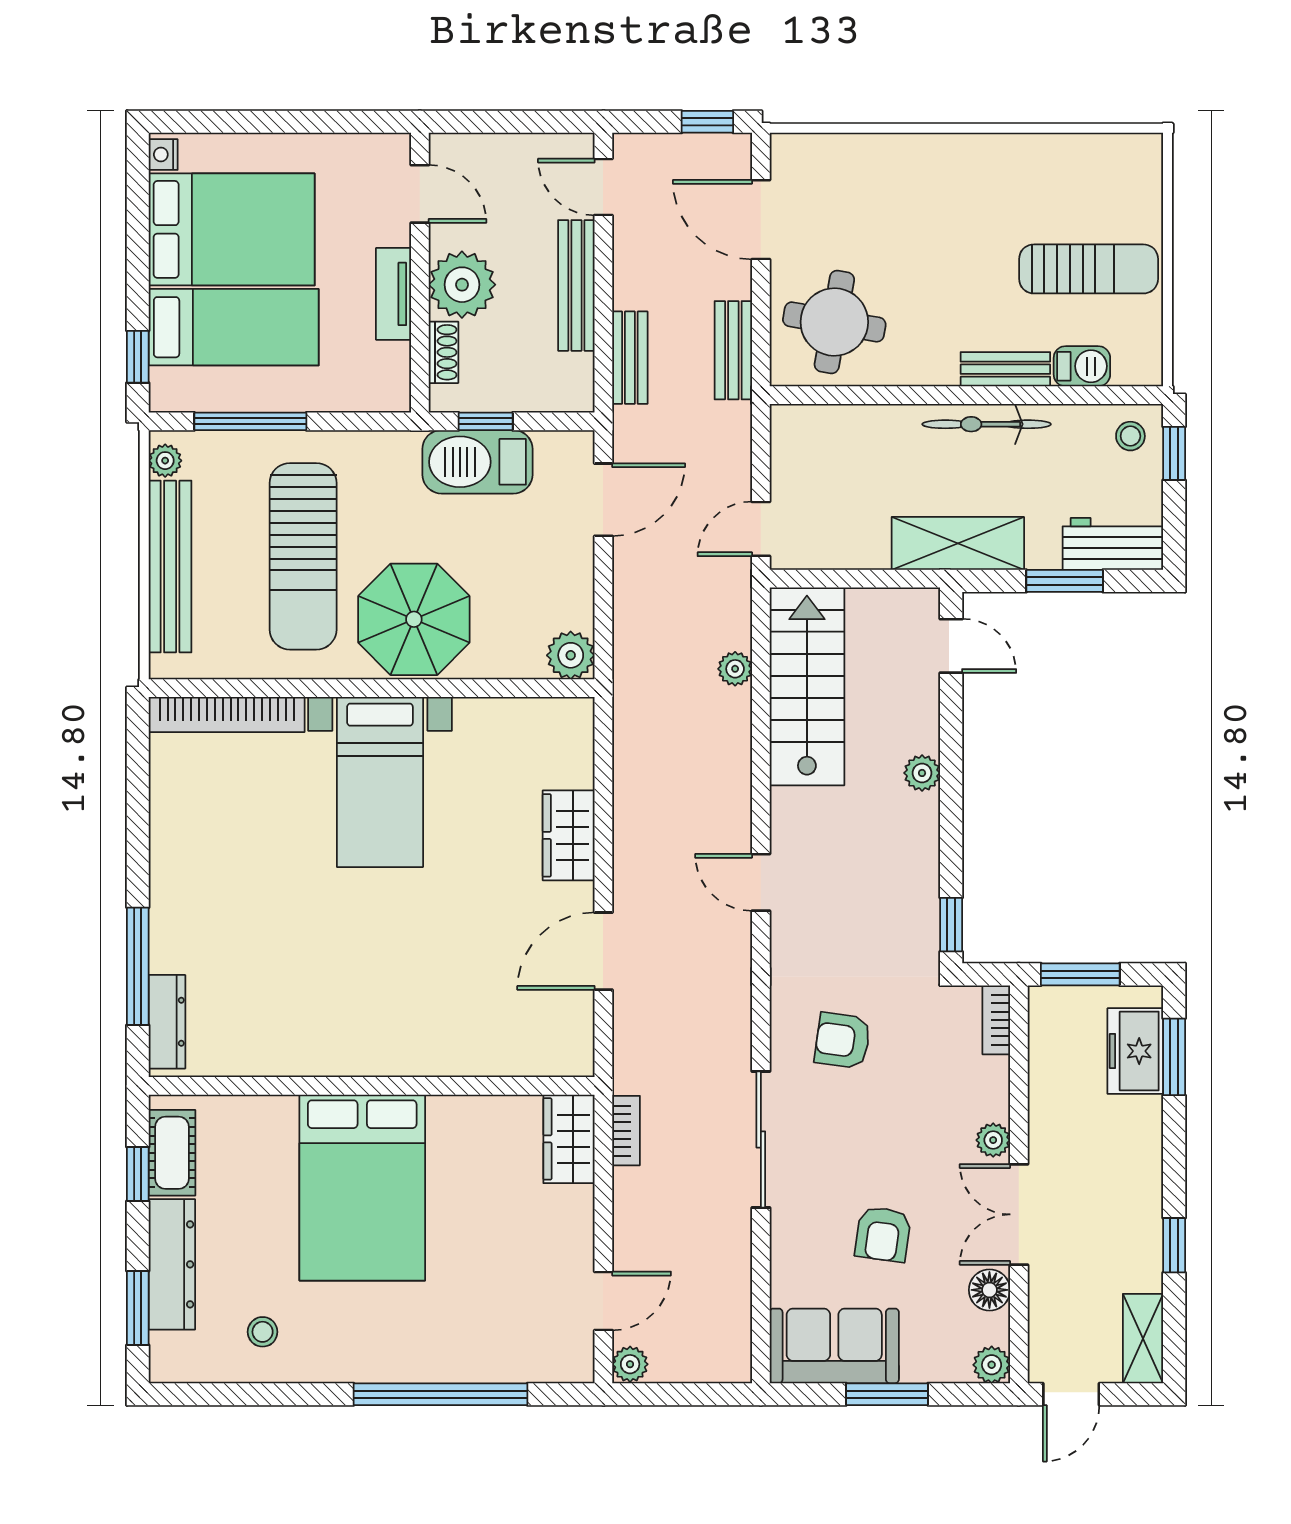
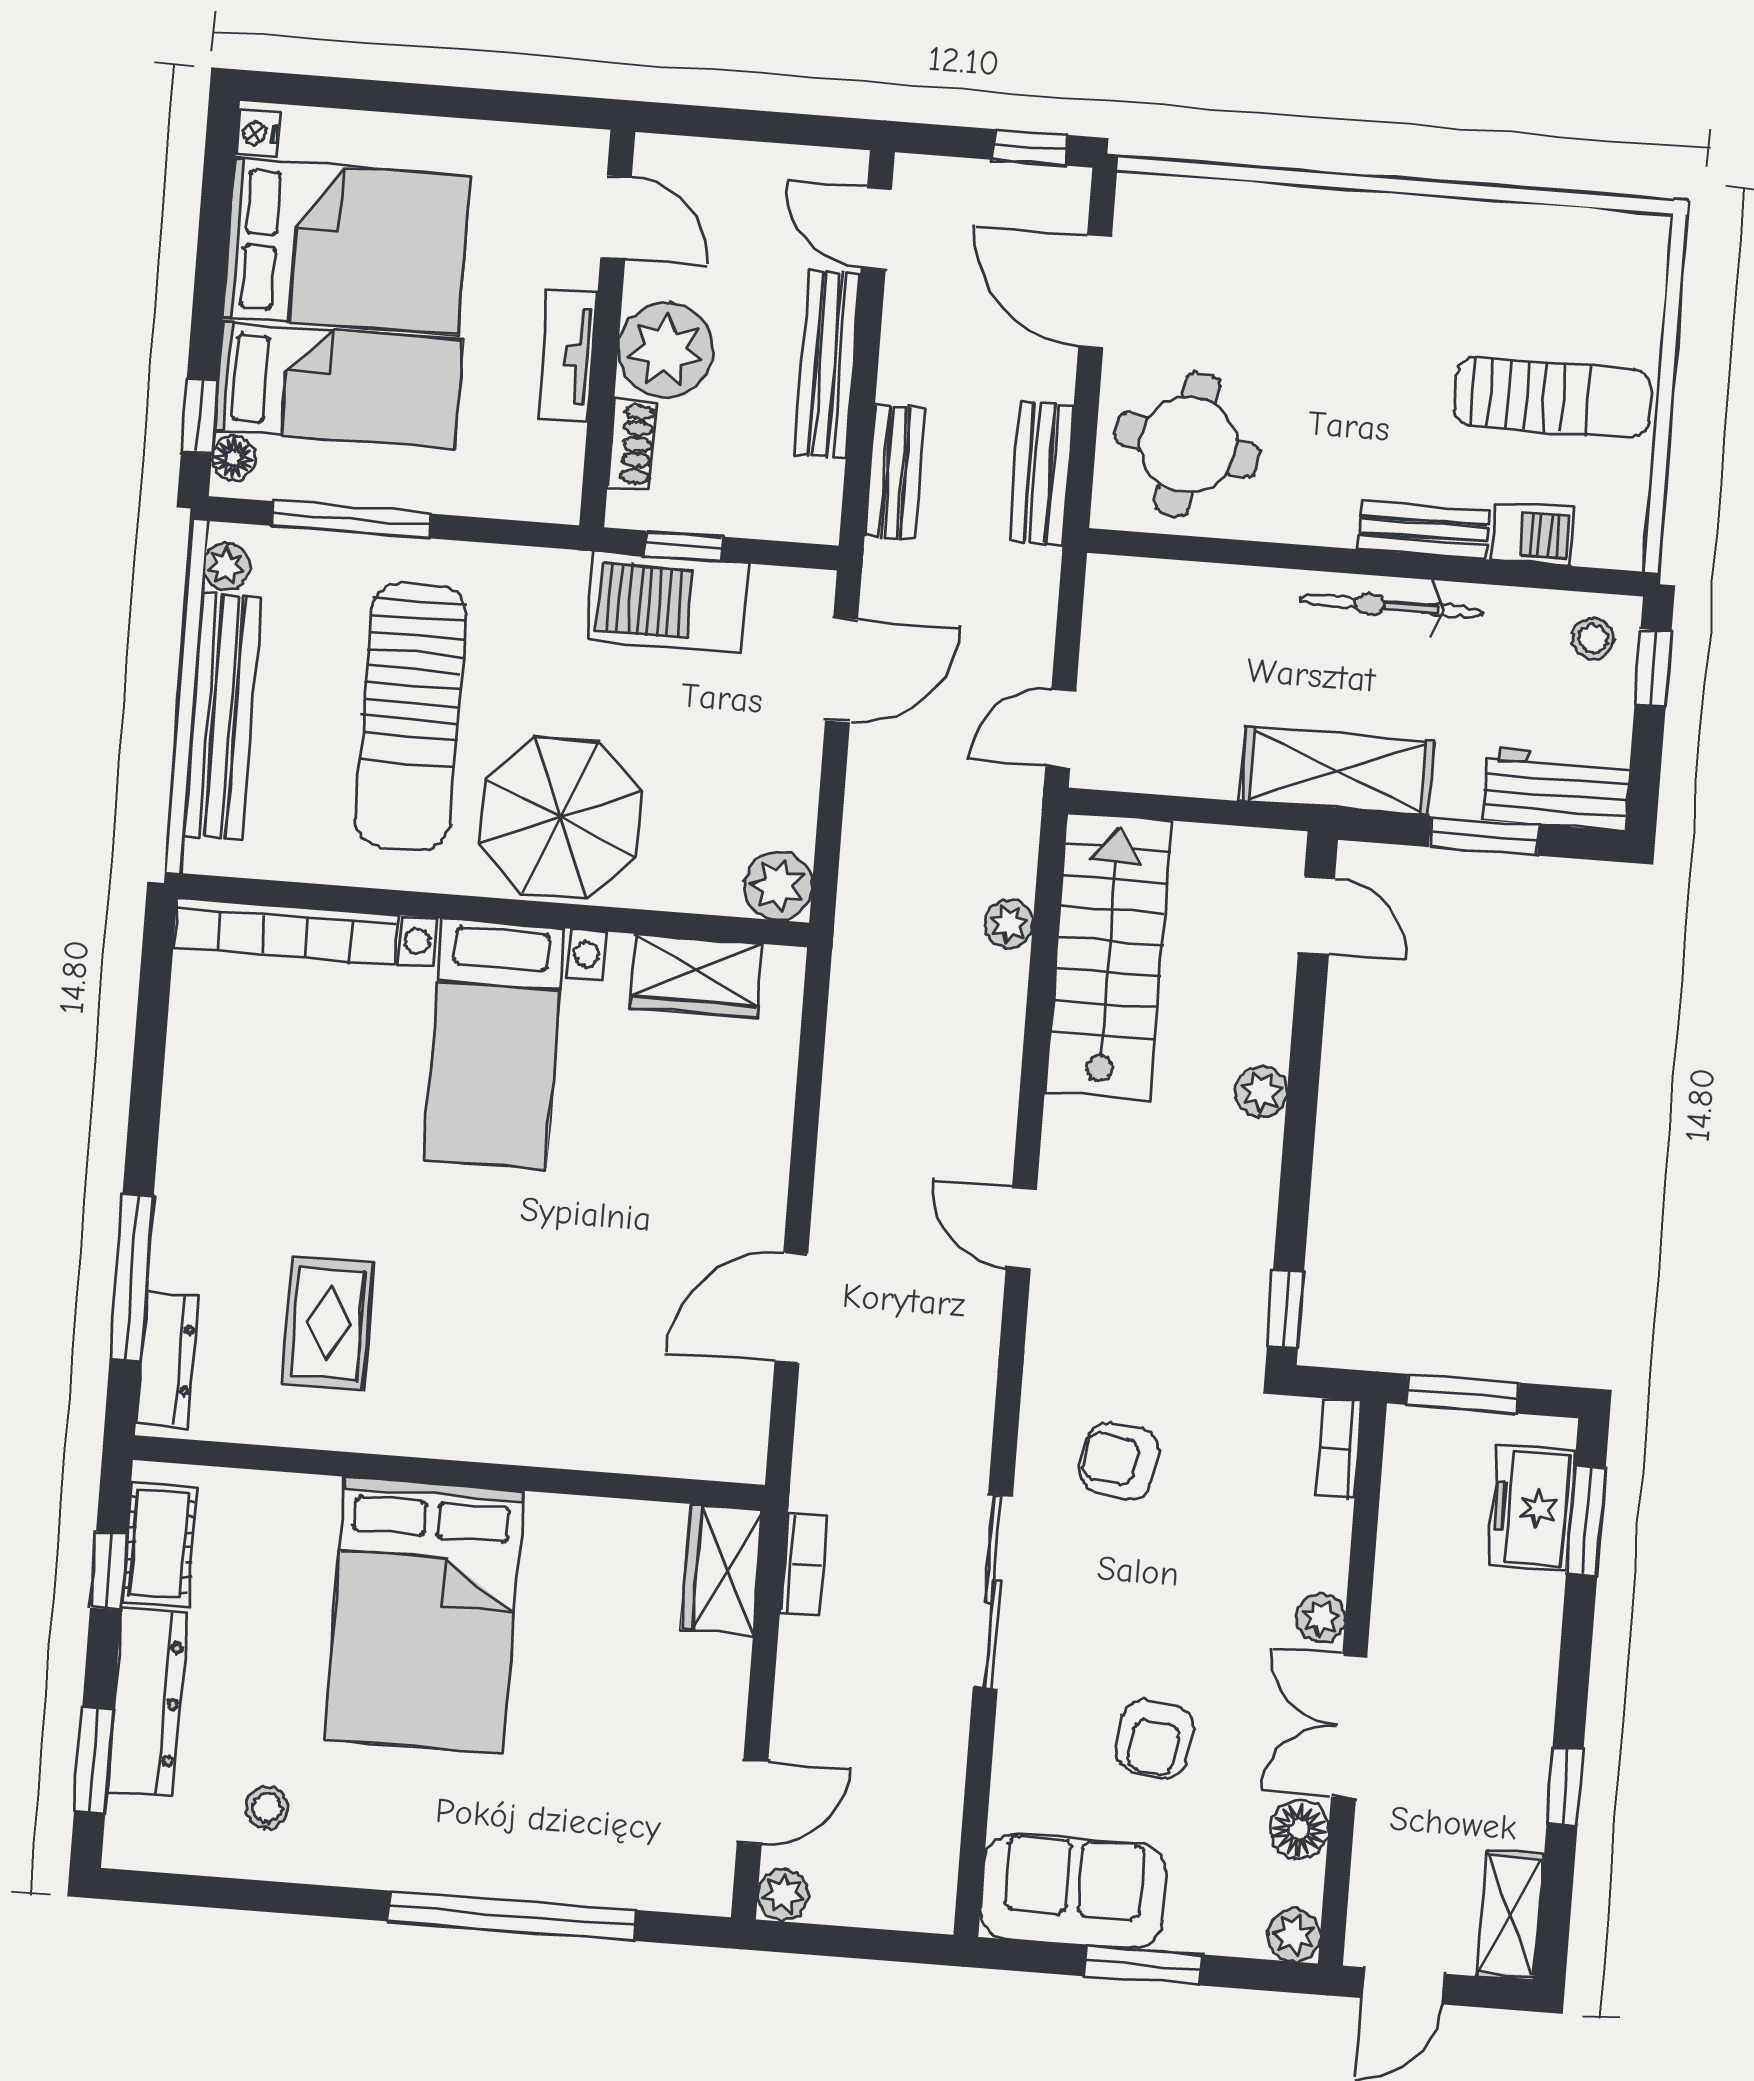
floor lamp: (164, 384) -> (234, 458), added
wardrobe: (569, 835) -> (696, 976), moved, turned -90
rug: (278, 988) -> (328, 1323), added

